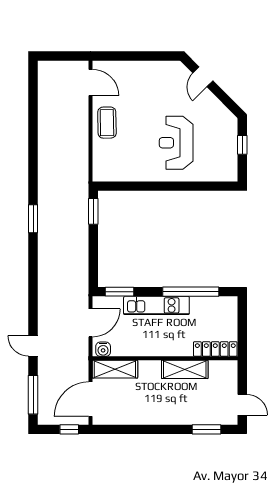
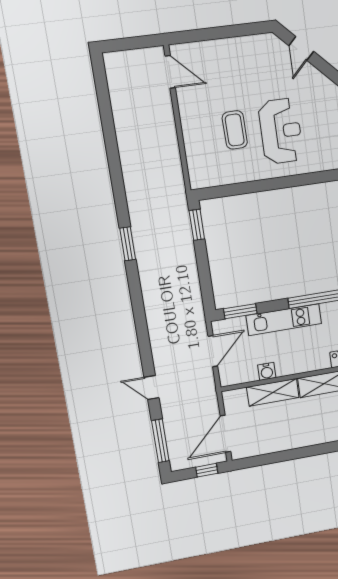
coffee table: (107, 123) -> (235, 130), moved
reception desk: (176, 143) -> (281, 131), turned 180
water cooler: (103, 349) -> (267, 371), moved
shelving: (115, 369) -> (273, 392), moved

